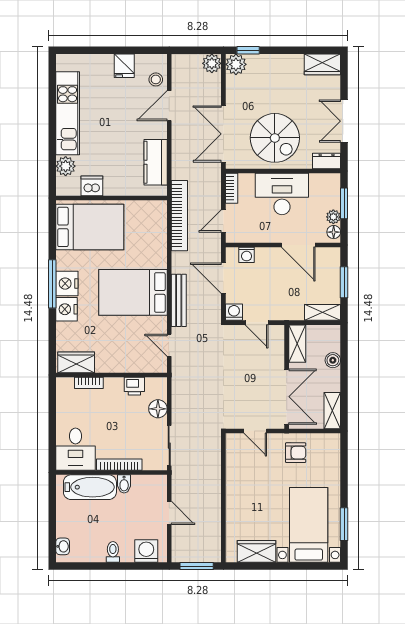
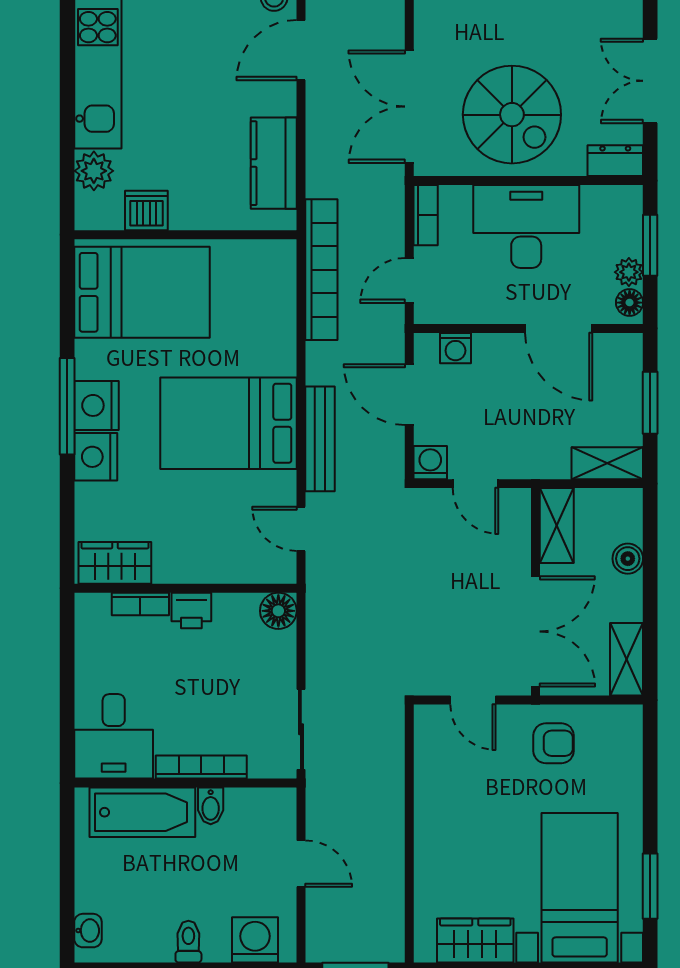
printer: (134, 386) -> (191, 611), moved
floor lamp: (158, 409) -> (278, 611), moved

